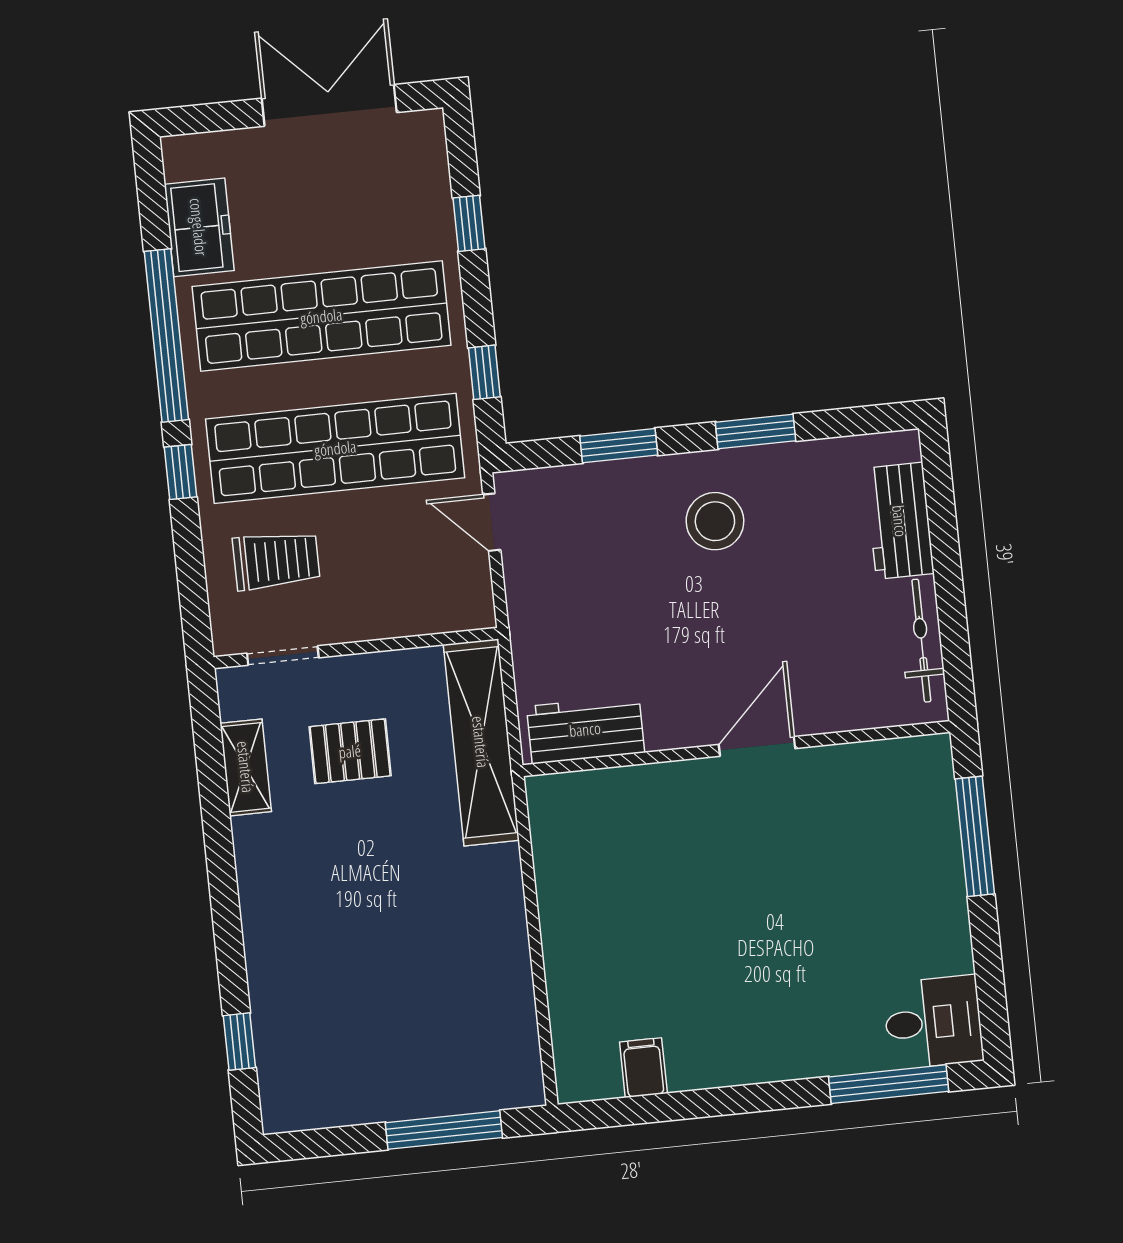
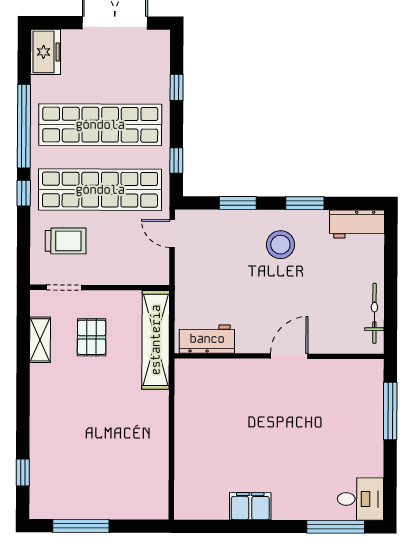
freezer: (199, 227) -> (46, 52), moved
workbench: (900, 521) -> (357, 224), moved, turned -90
pallet: (350, 751) -> (92, 337), turned 90
filing cabinet: (643, 1068) -> (250, 506), moved, width x2.00
window: (444, 1130) -> (81, 526), moved

